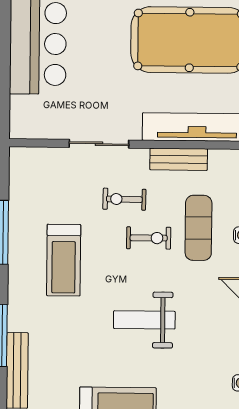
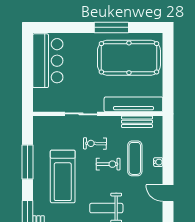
bench: (179, 159) -> (137, 122), moved
treadmill: (64, 260) -> (63, 176), width x1.37, depth x1.37

